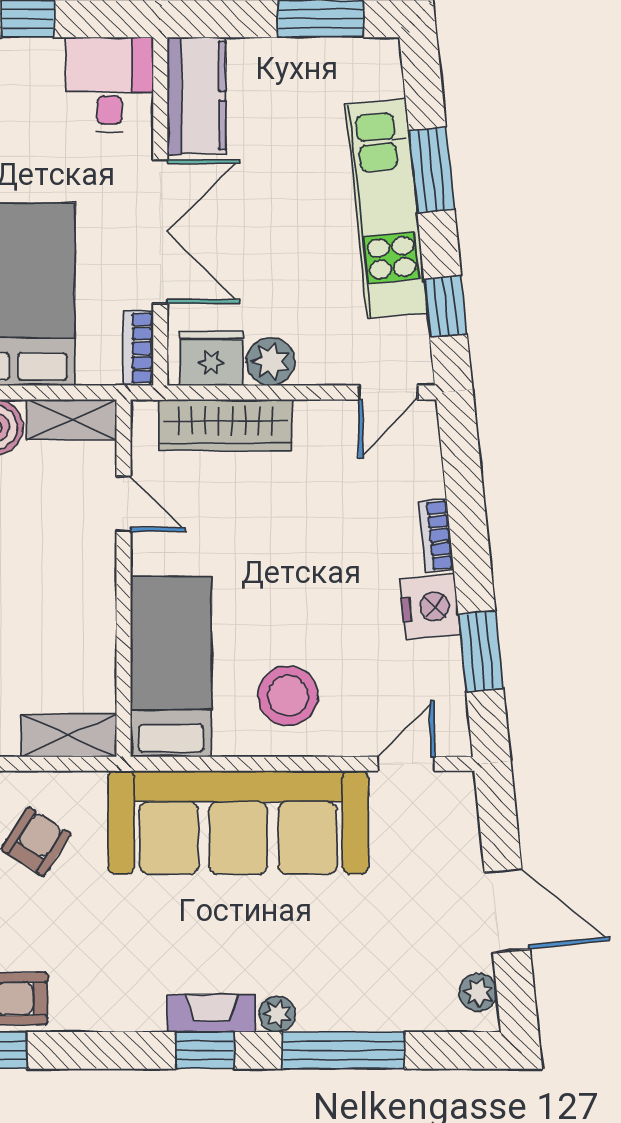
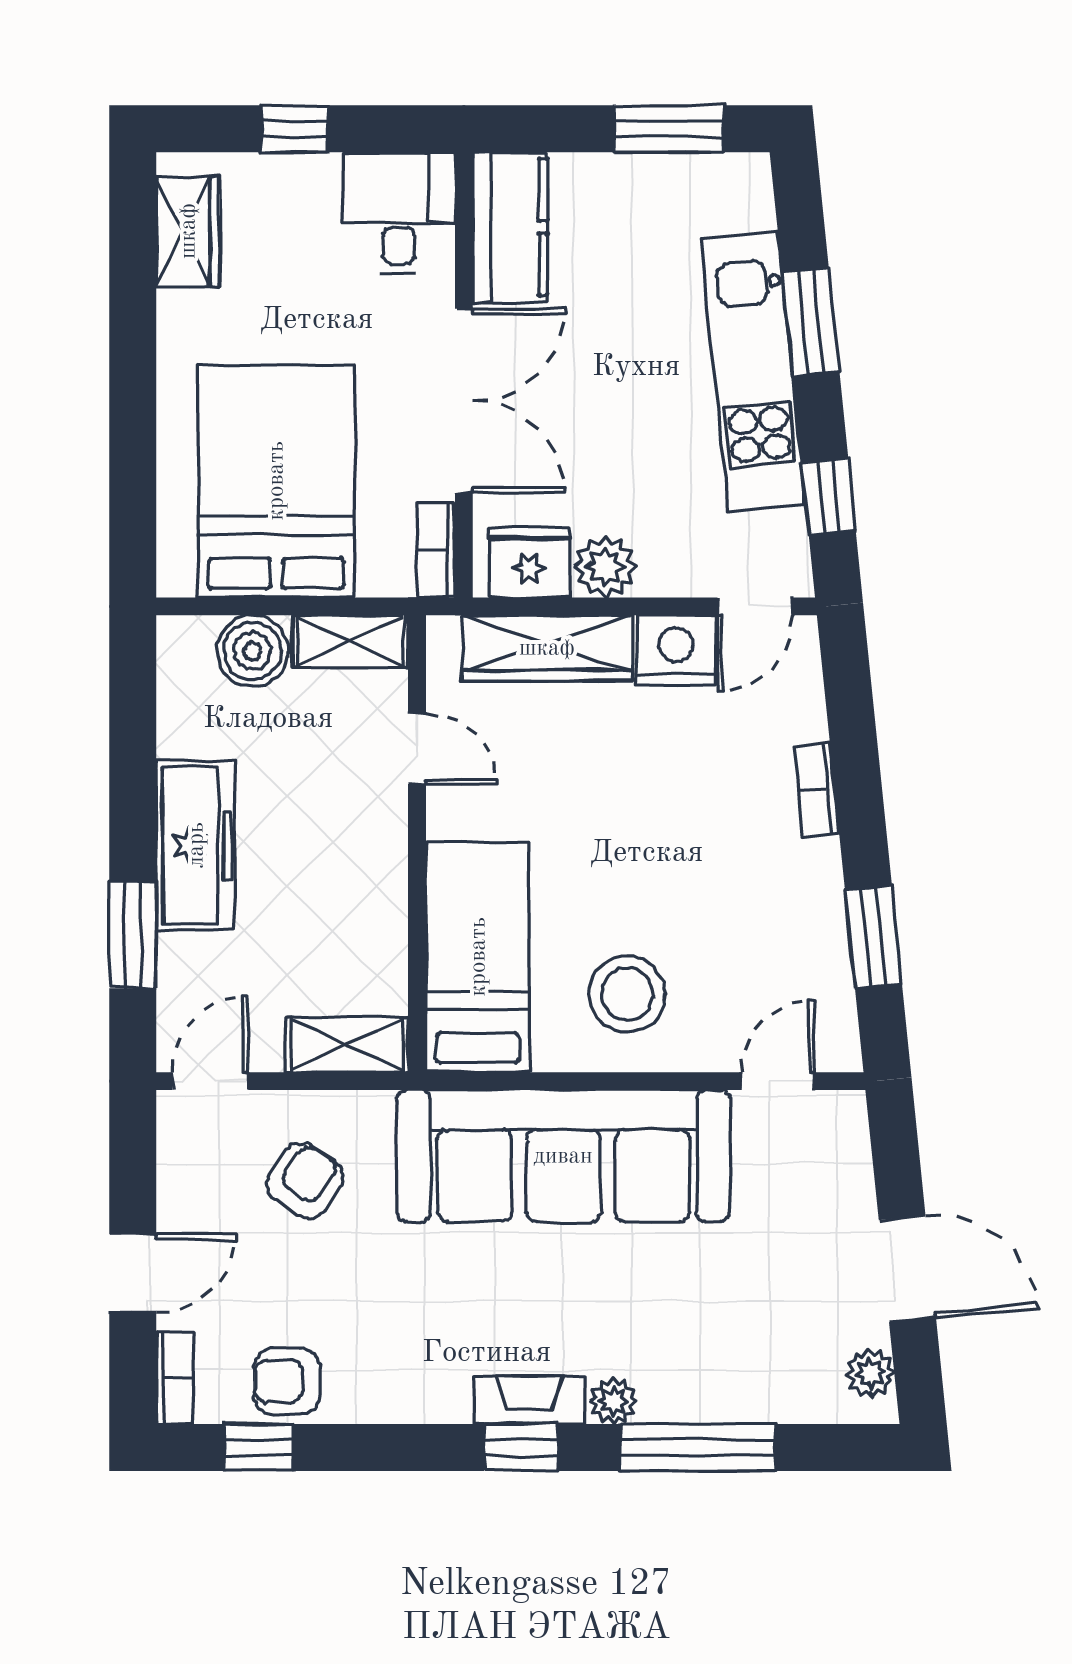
nightstand: (430, 607) -> (676, 650), moved, turned -84

